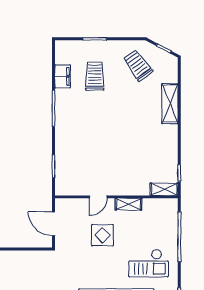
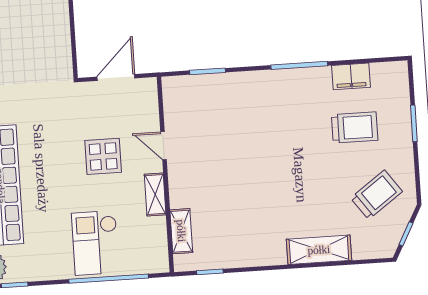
shelving: (164, 189) -> (181, 231), moved
checkout: (149, 263) -> (95, 243), moved

